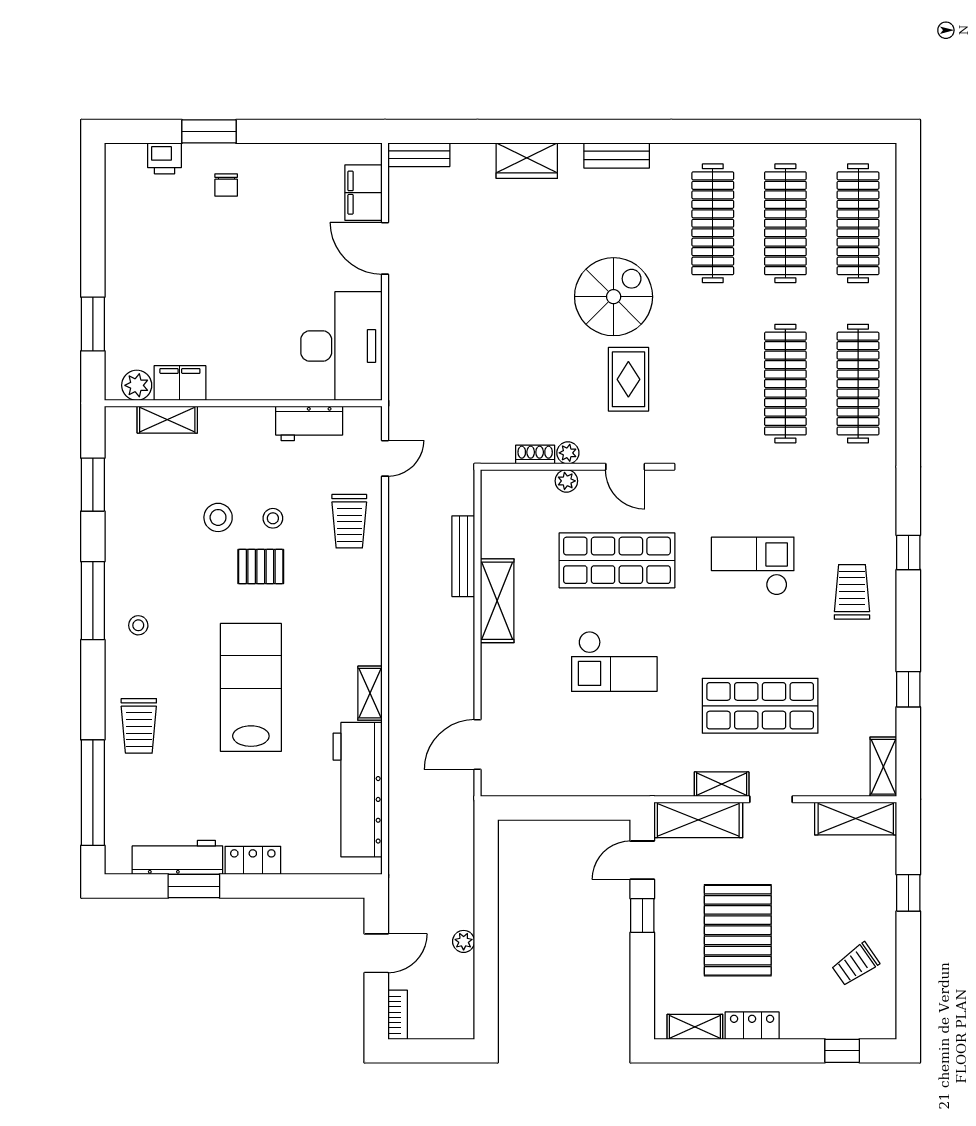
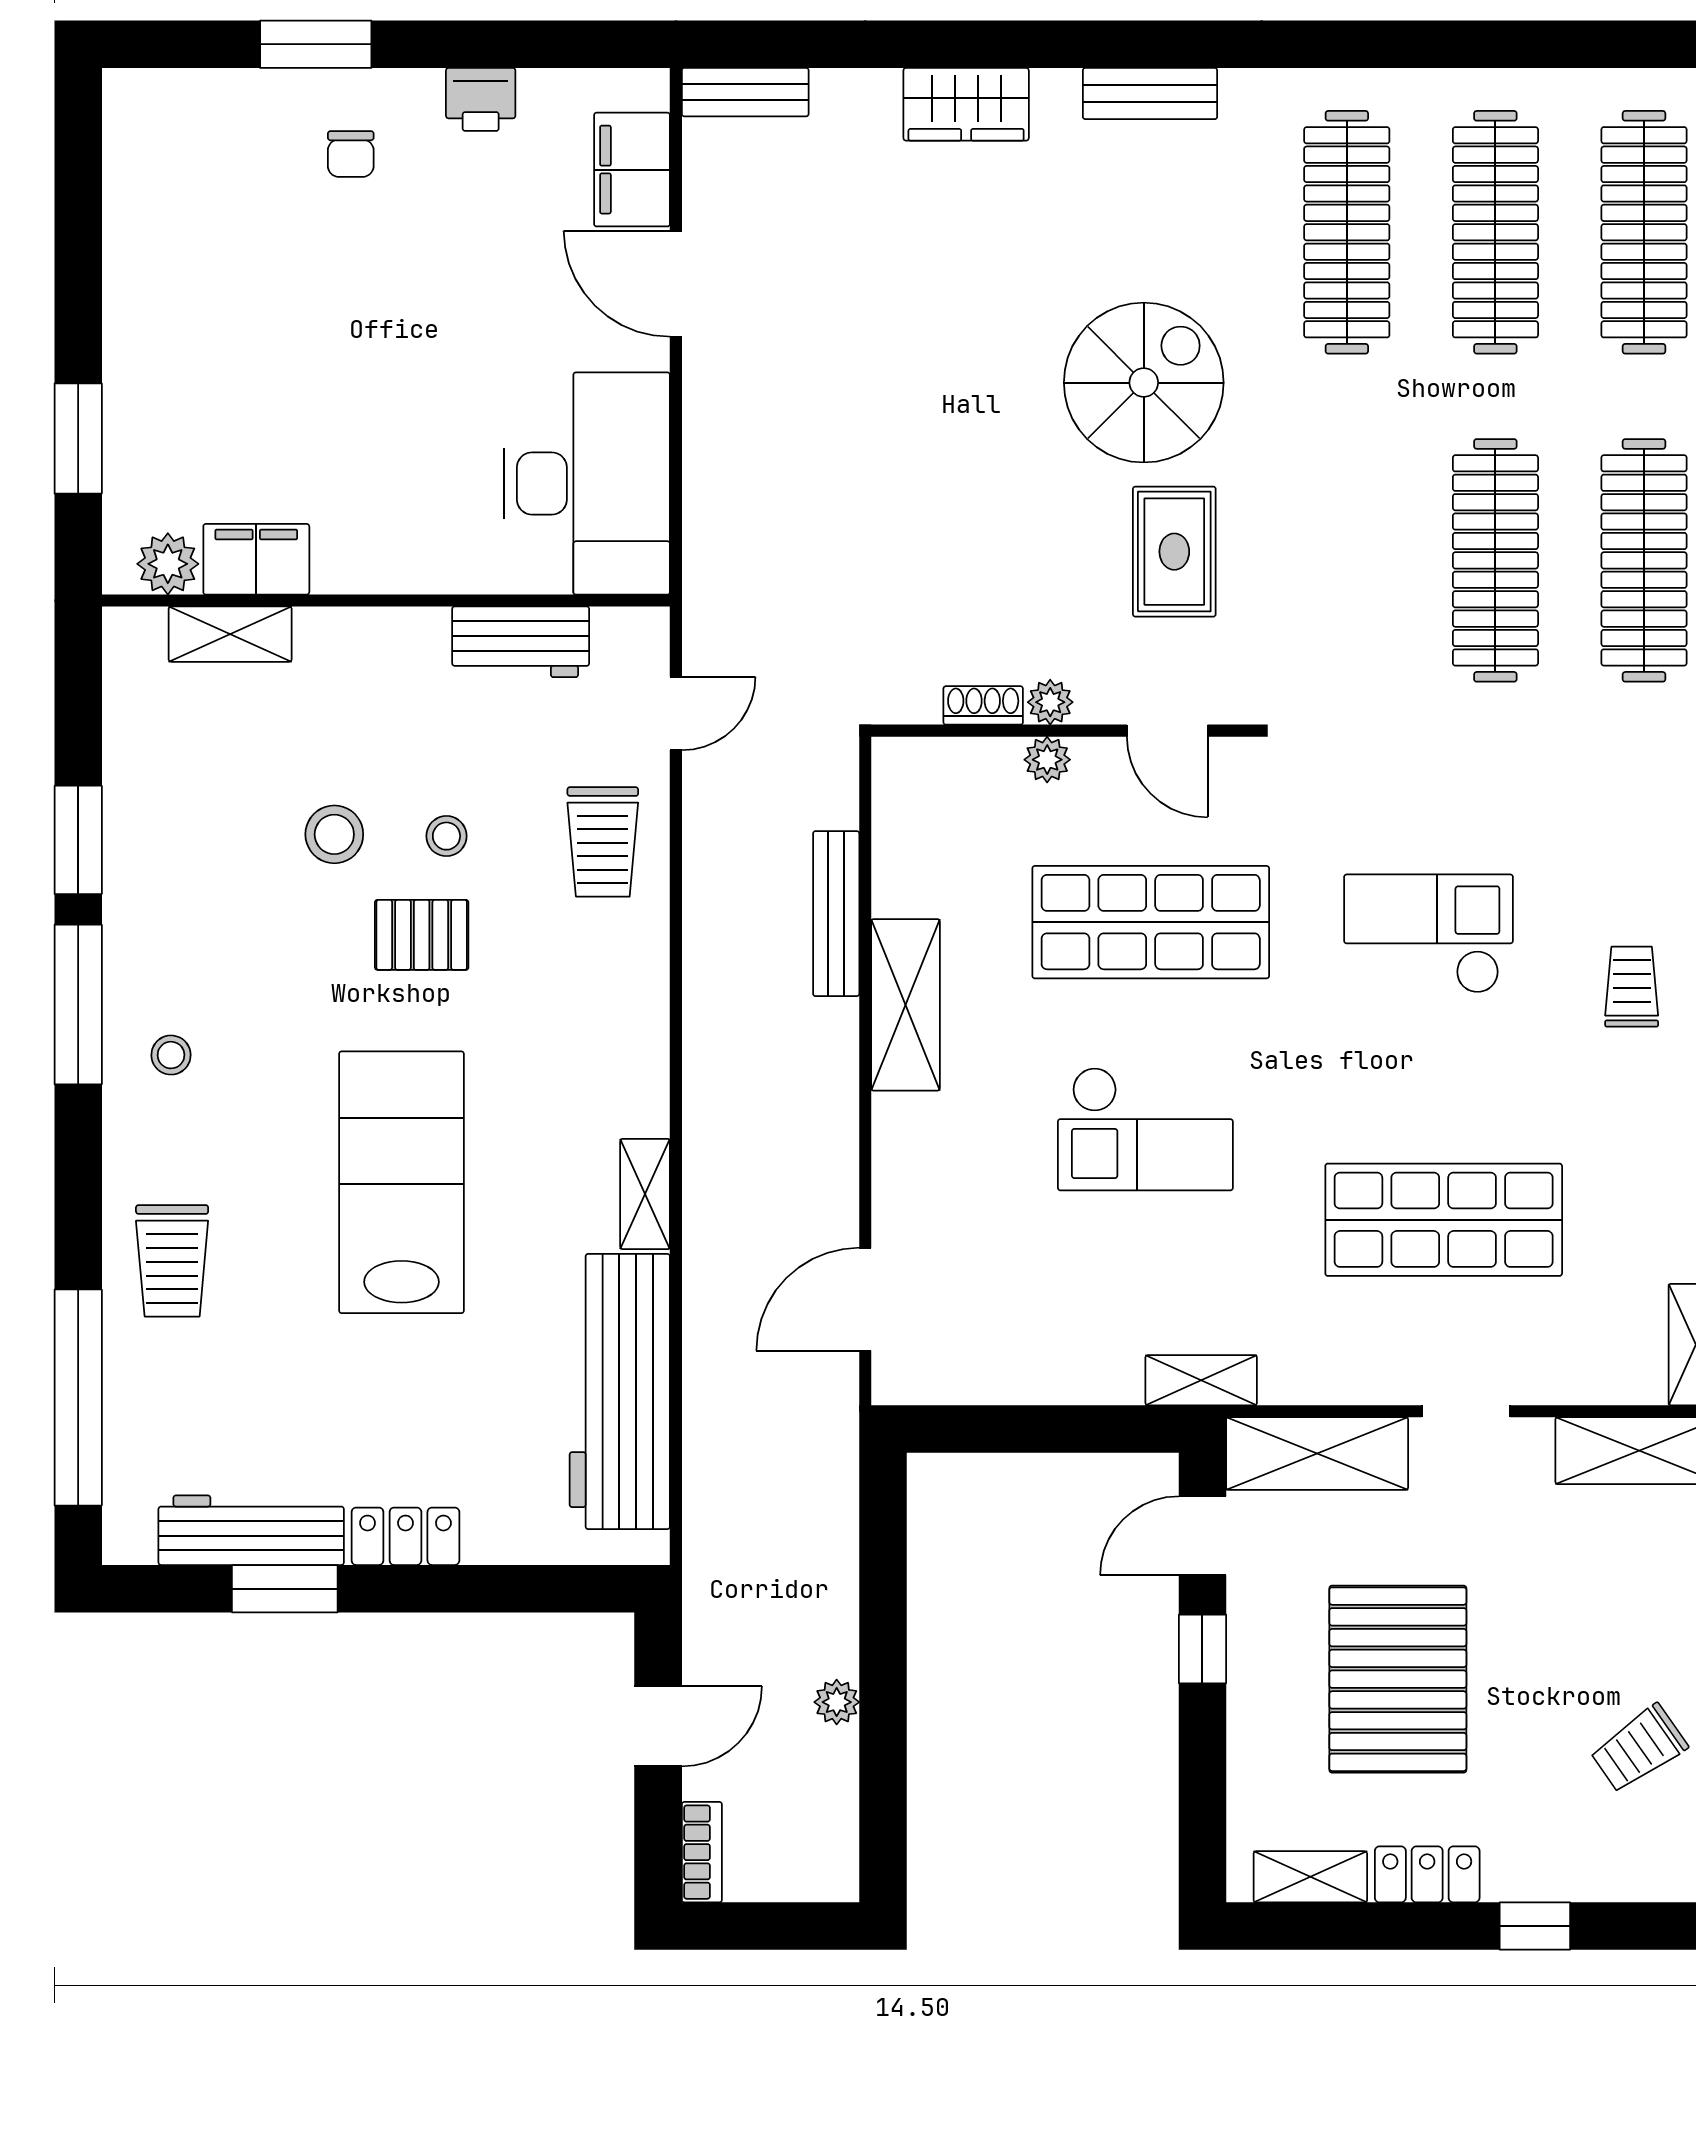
printer: (165, 158) -> (481, 99), moved
window: (93, 485) -> (78, 840), moved
trolley: (852, 592) -> (1632, 987), width x0.73, depth x0.72
shelving: (722, 784) -> (1201, 1380), moved
window: (842, 1051) -> (1535, 1926), moved

